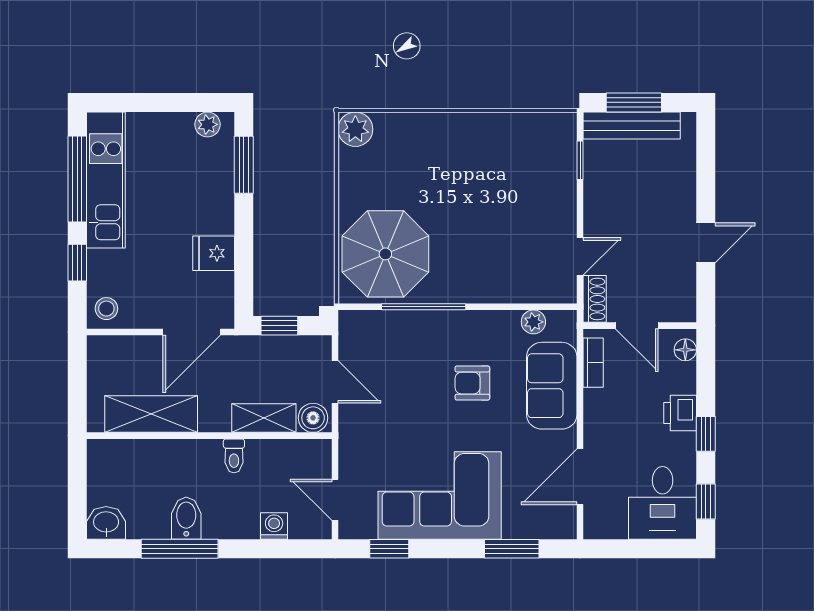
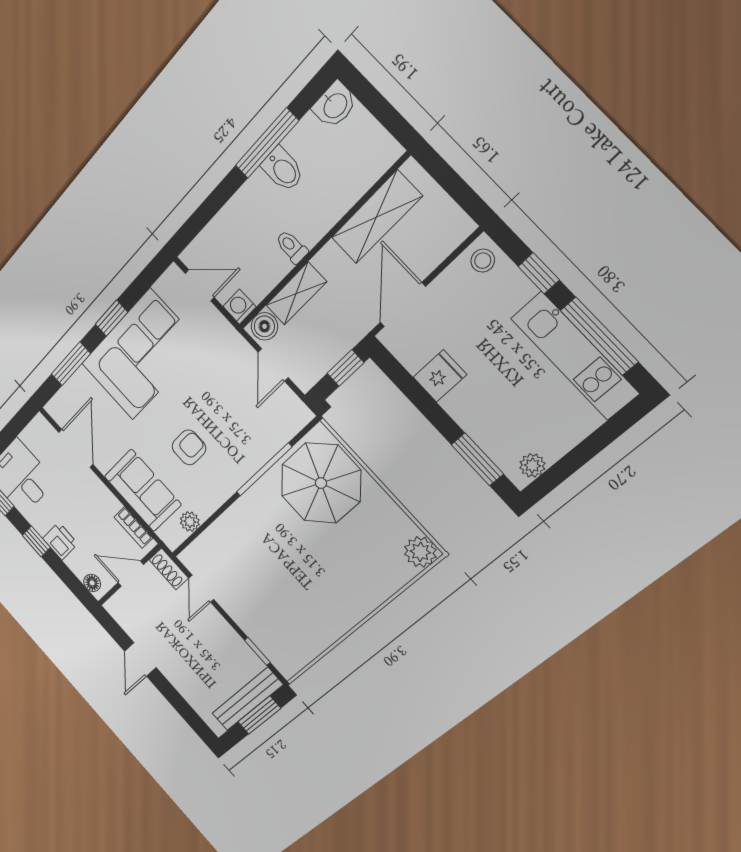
door: (335, 382) -> (273, 365), hinge flipped
washing machine: (274, 526) -> (239, 307), moved, turned 180
window: (389, 549) -> (111, 318), moved

